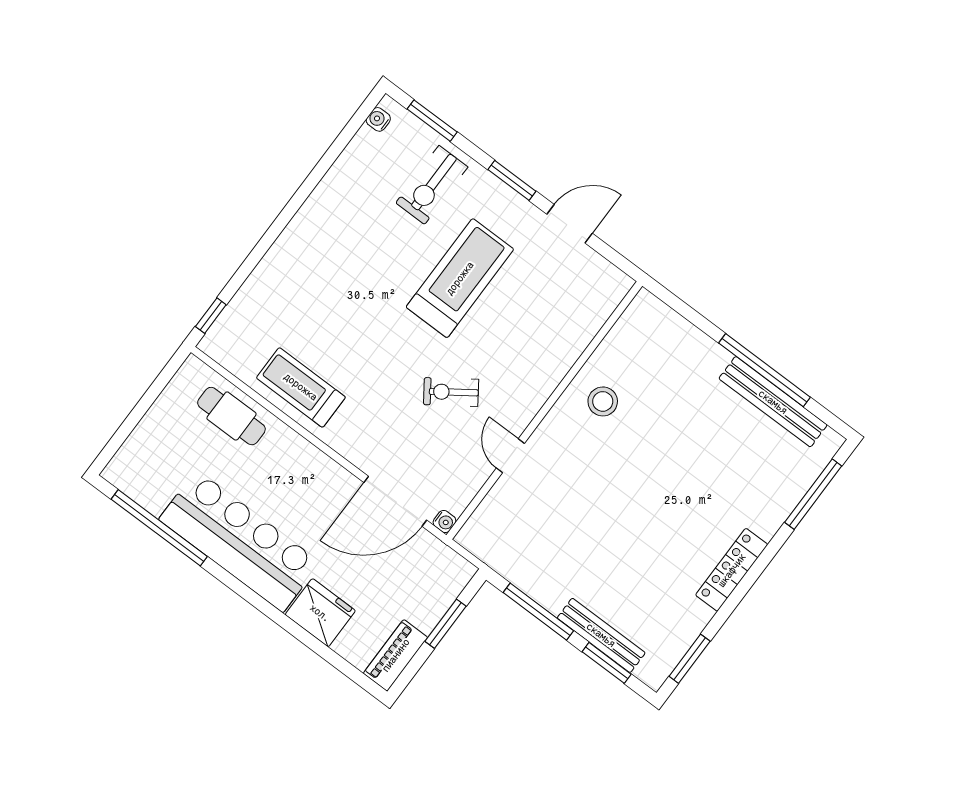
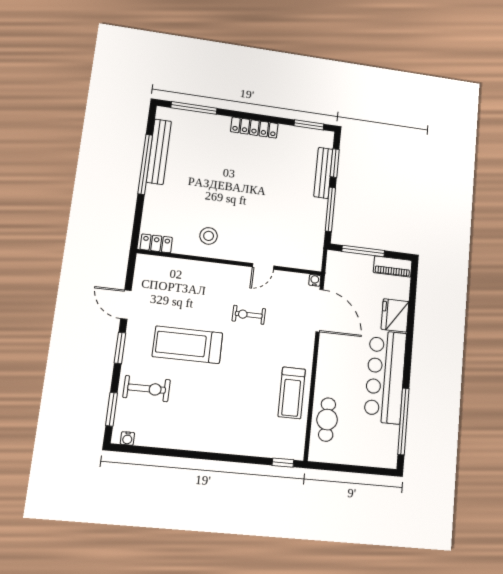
locker: (635, 318) -> (156, 243), added
exercise bike: (451, 392) -> (249, 315), turned 125
window: (446, 624) -> (363, 251), width x1.44

